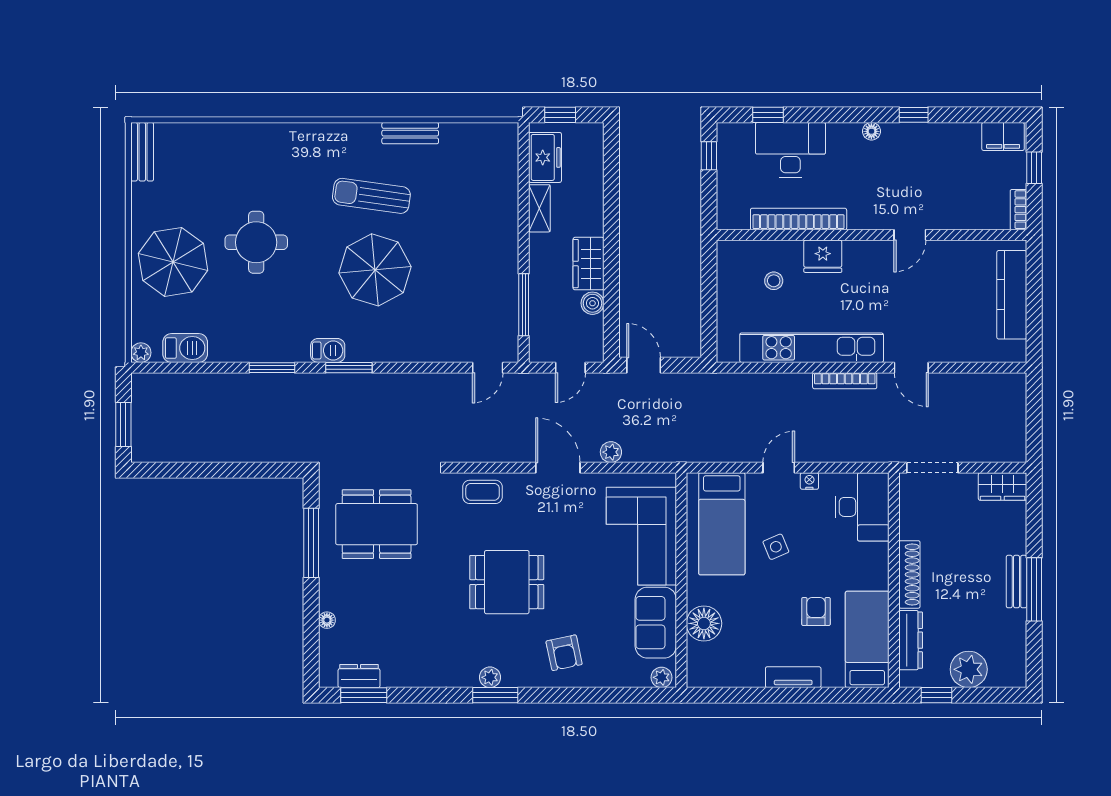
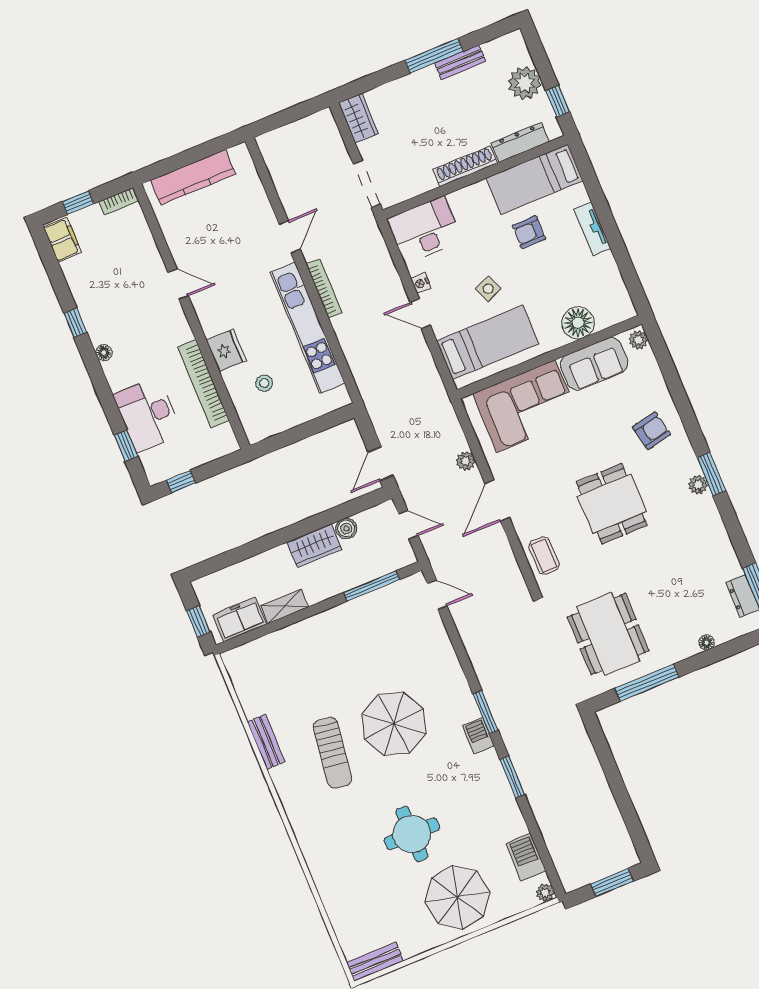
bench: (1016, 582) -> (460, 62), moved

